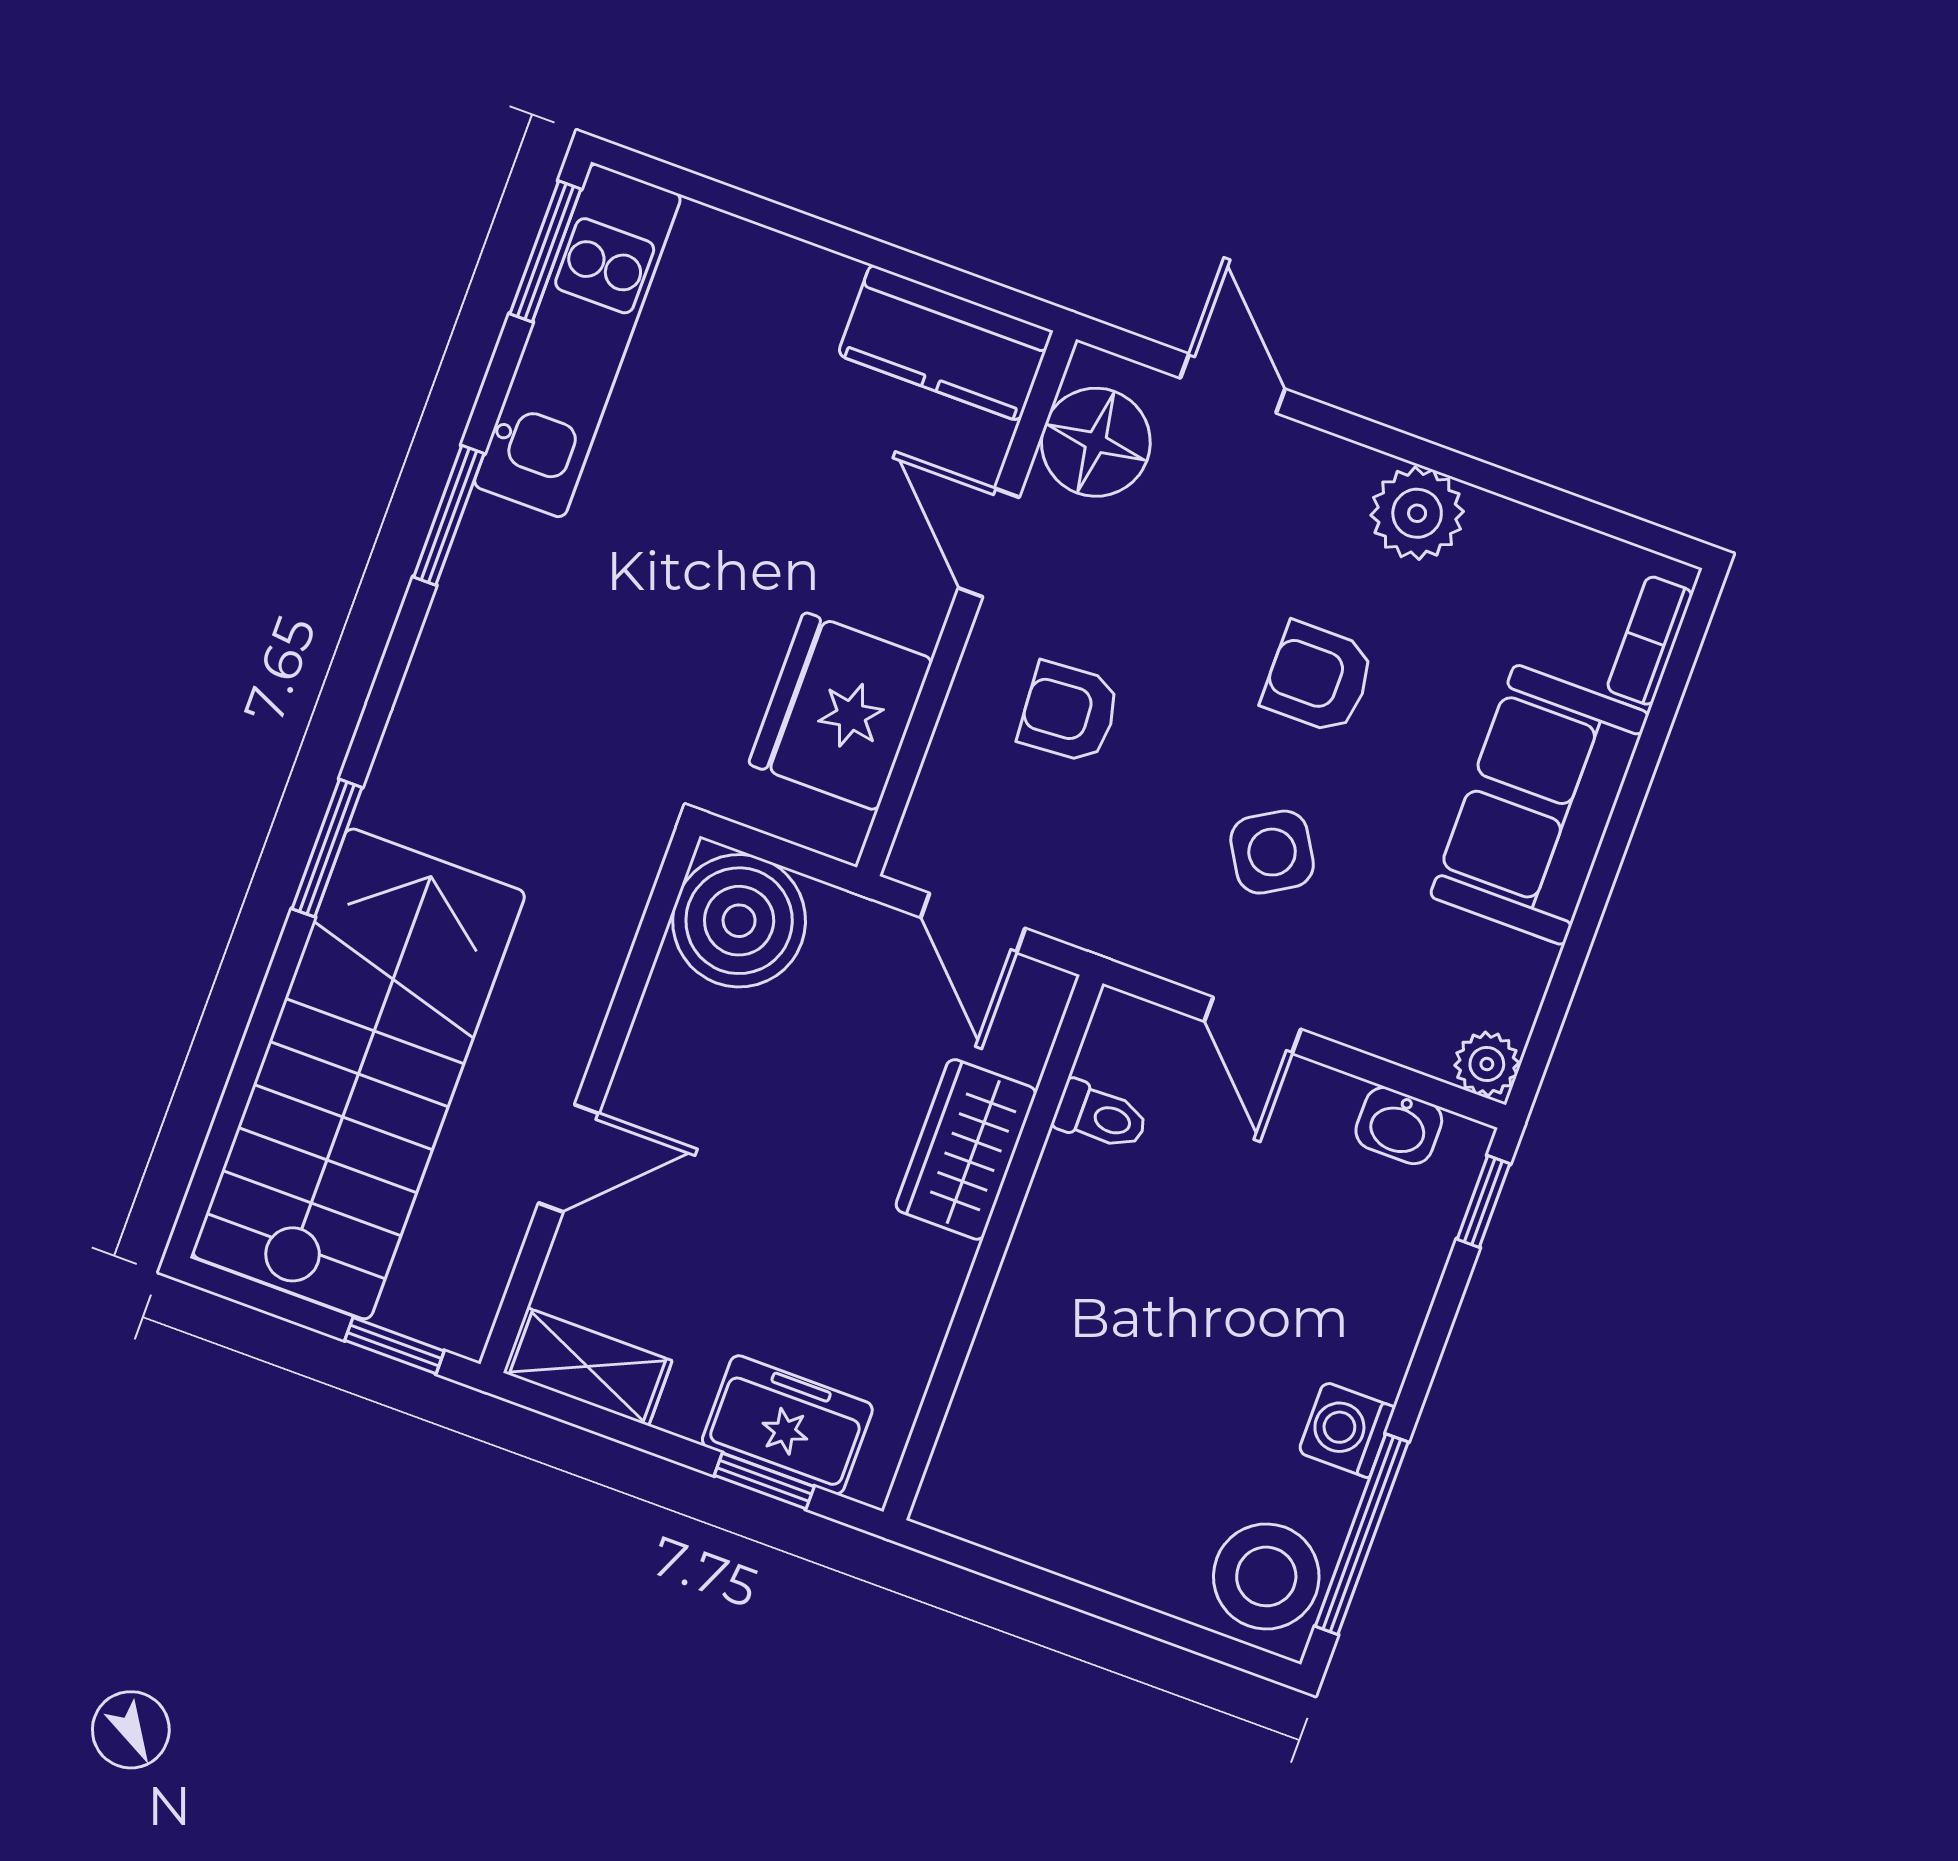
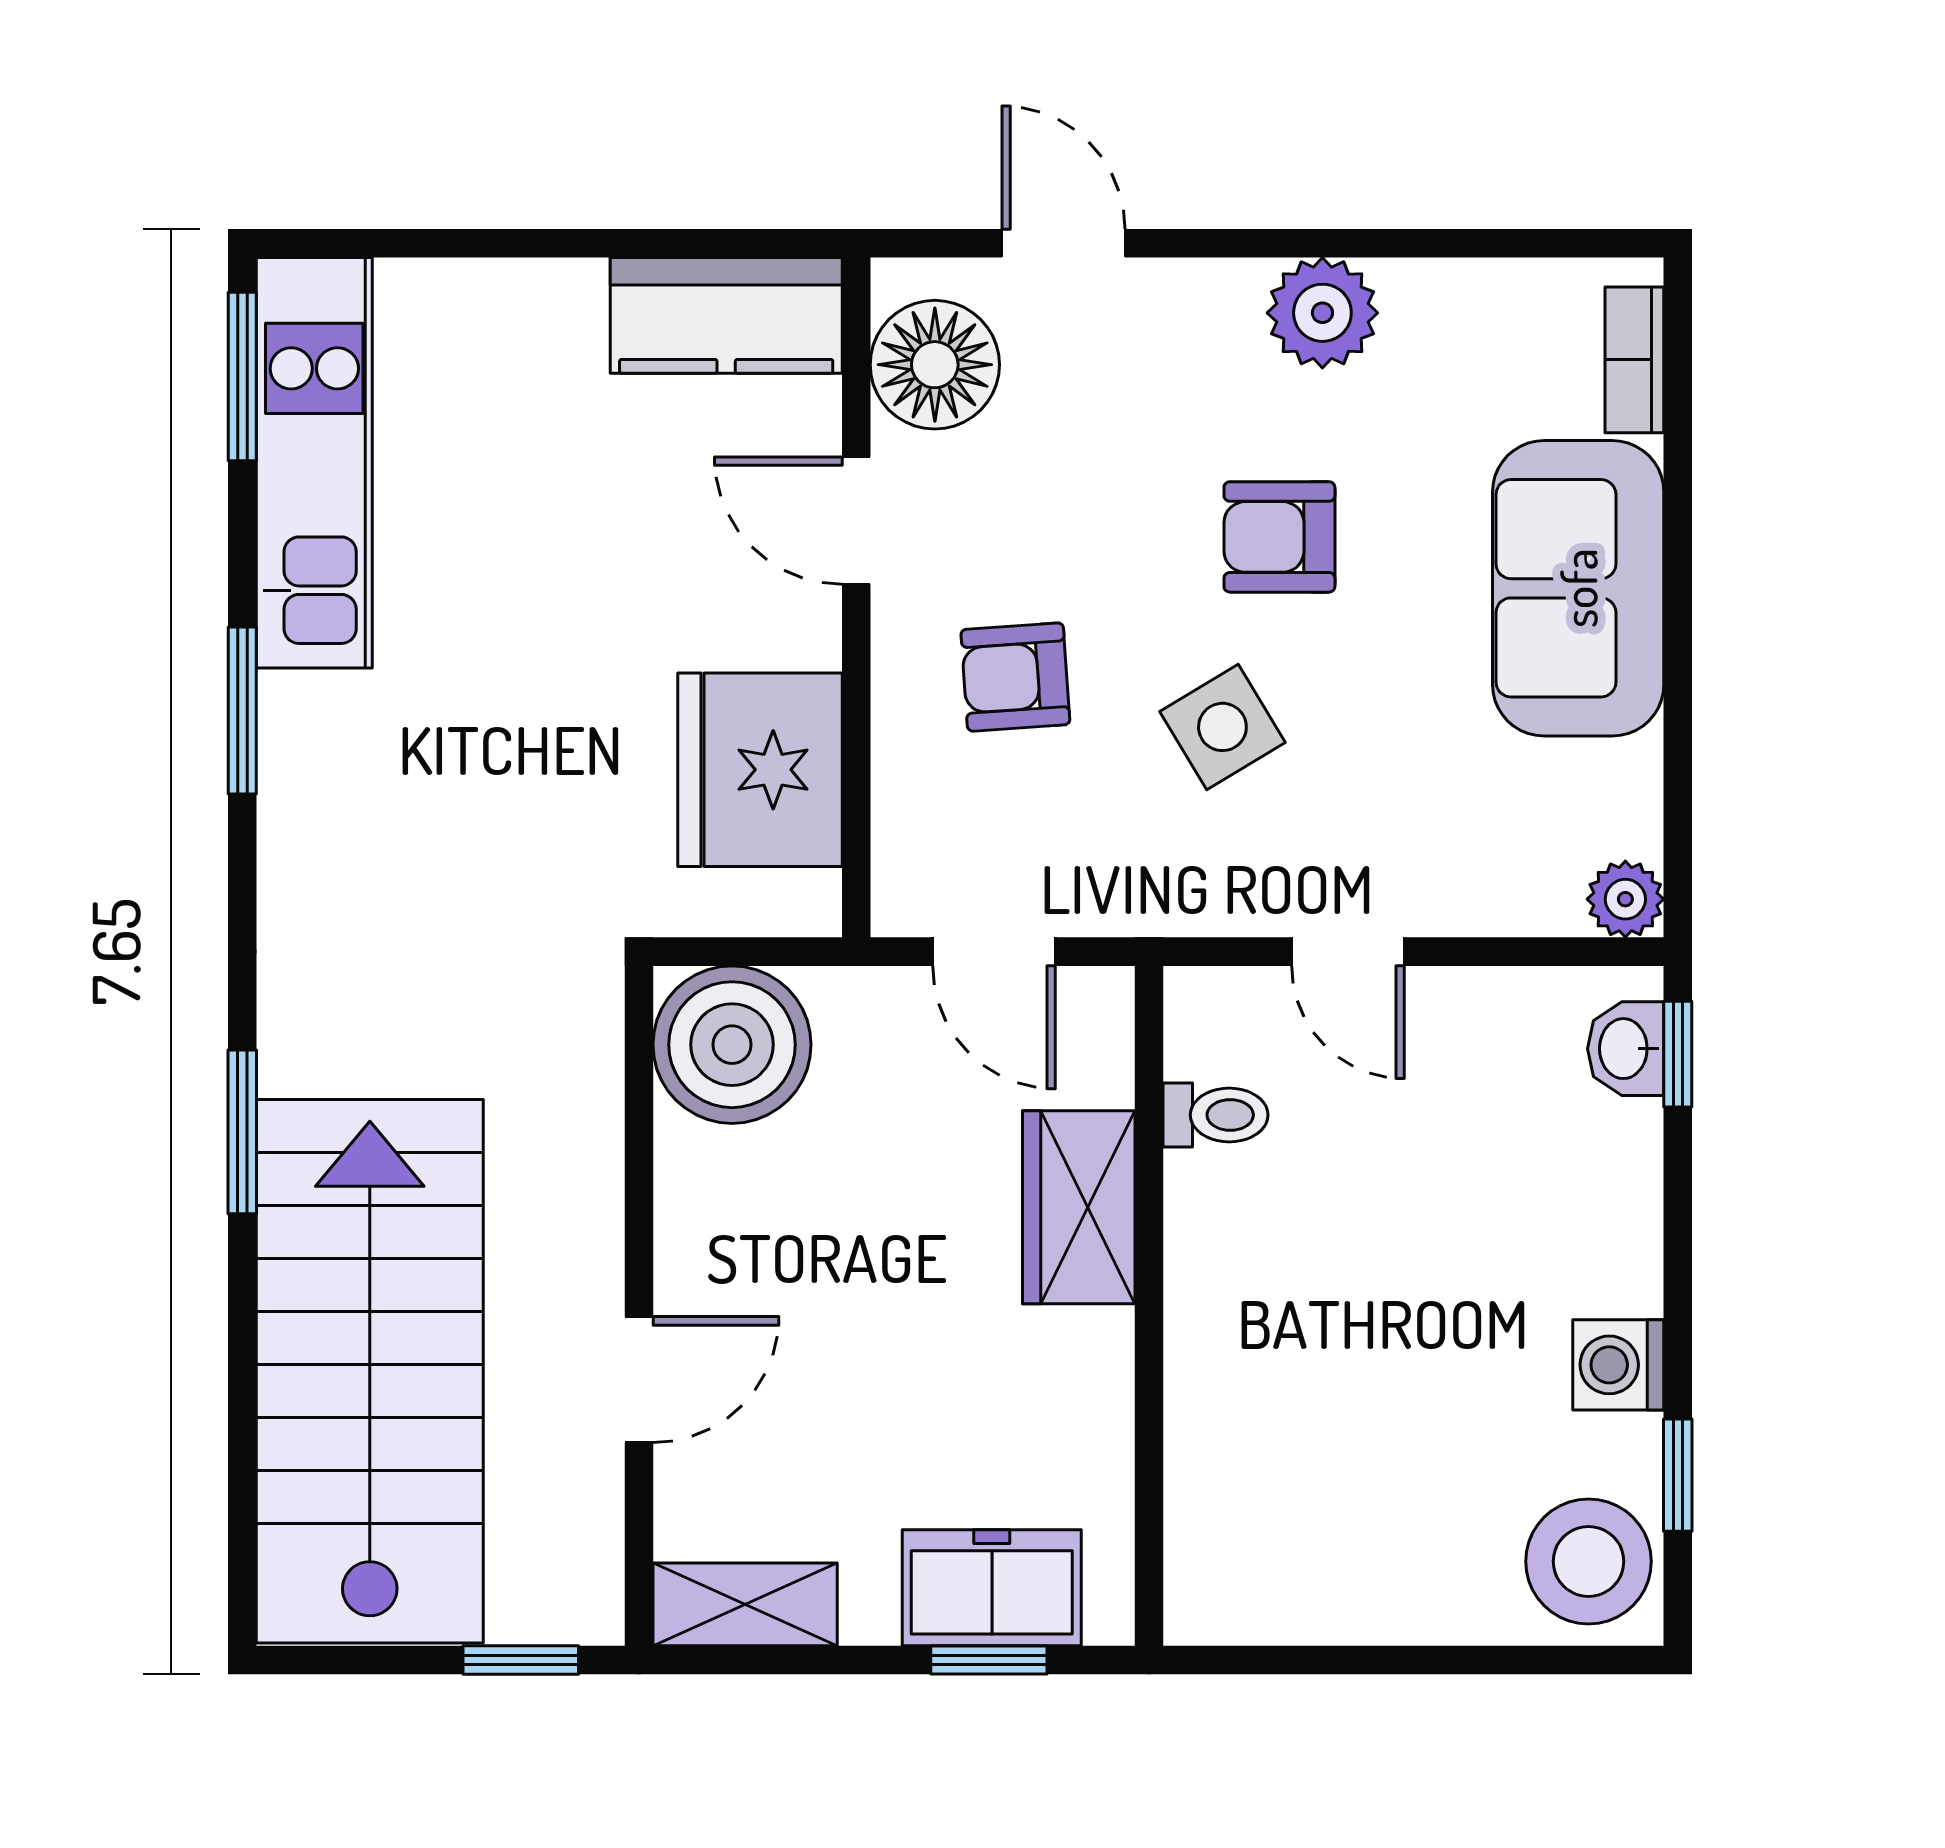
side table: (1272, 852) -> (1222, 727), moved
washbasin: (1399, 1126) -> (1626, 1049), moved, turned 90
window: (1362, 1534) -> (1678, 1475), width x0.46

